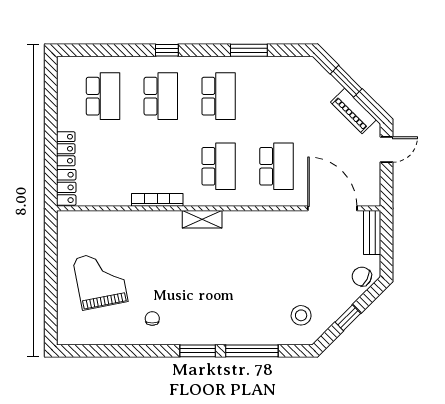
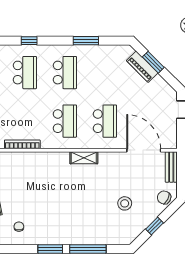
piano: (353, 111) -> (142, 67), moved
shelving: (202, 219) -> (84, 158), moved
stool: (301, 315) -> (125, 203), moved

